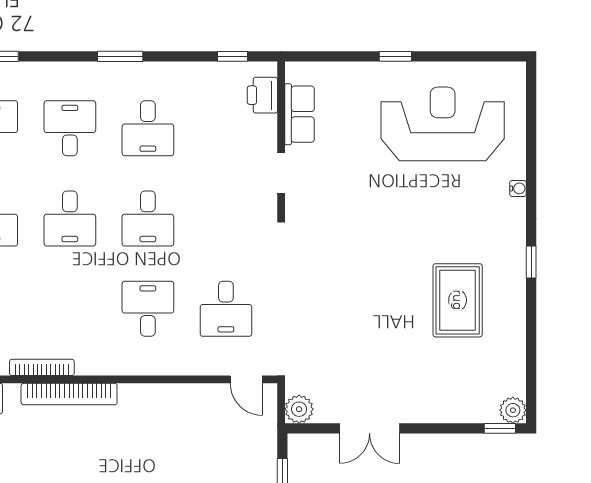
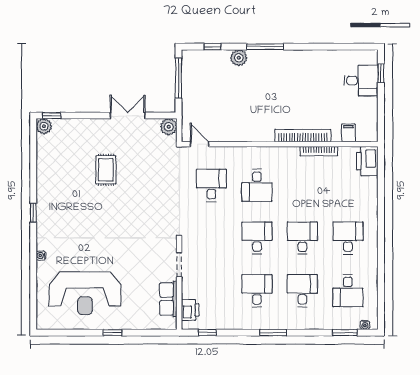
desk: (70, 128) -> (302, 291), turned 180
rug: (458, 300) -> (106, 170), moved, width x0.73, depth x0.70

